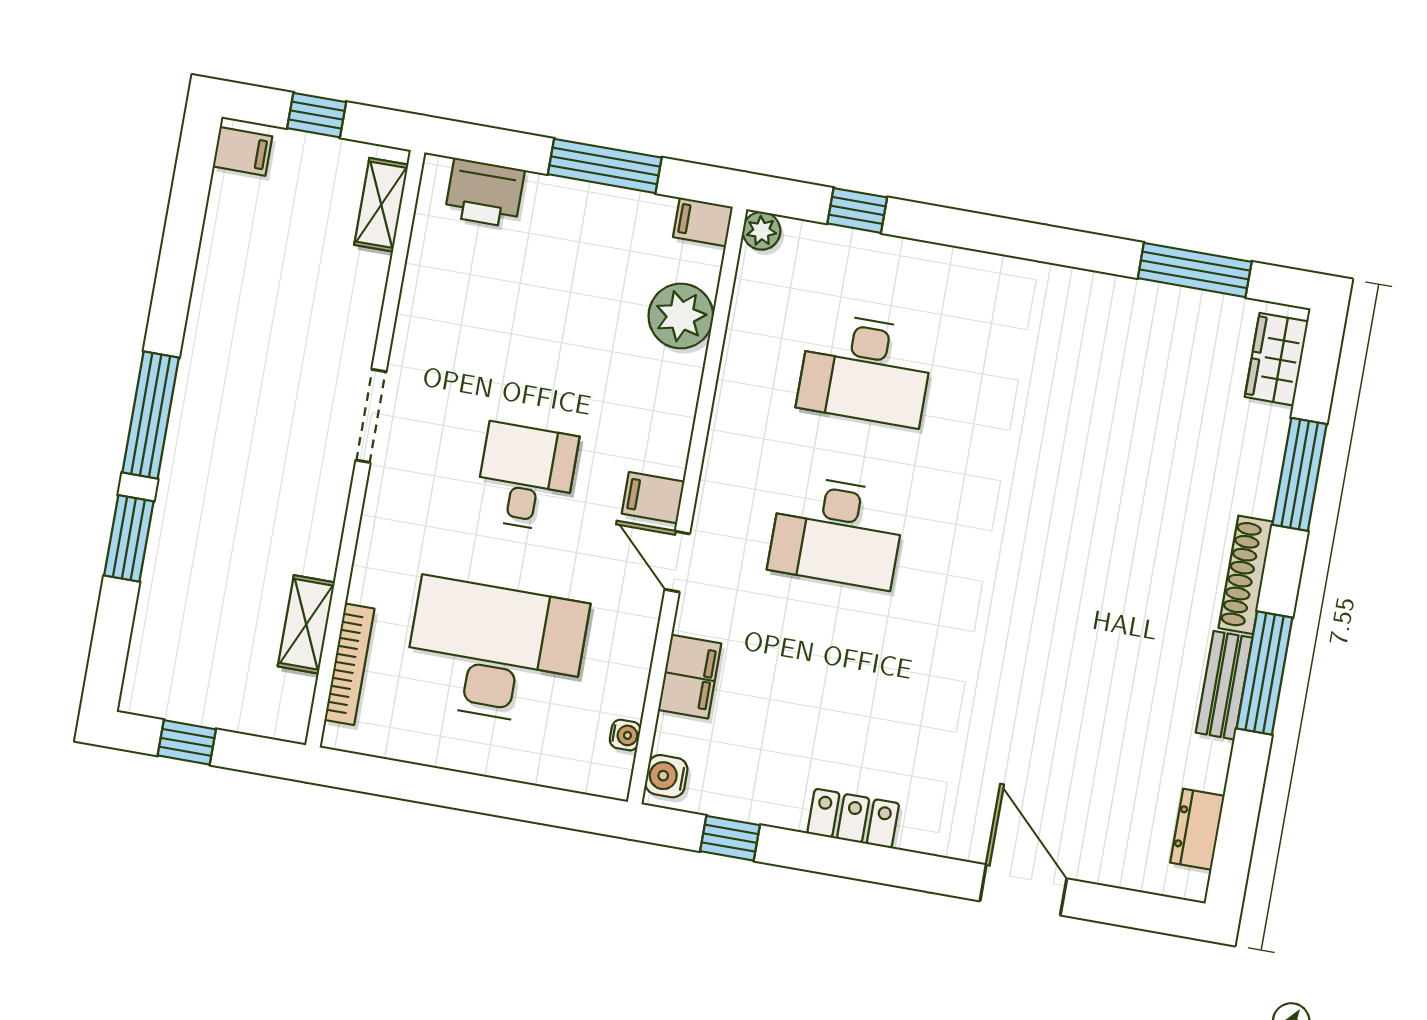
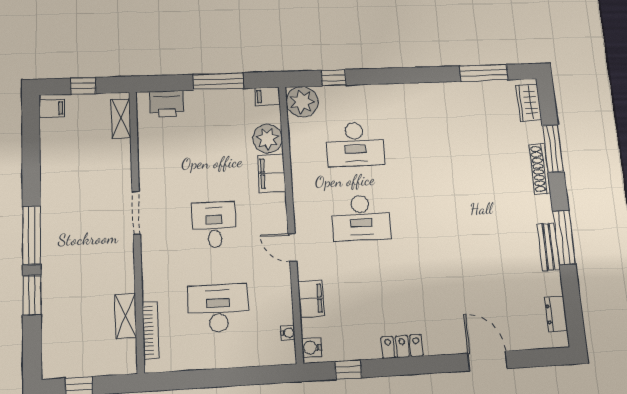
plant: (761, 231) -> (302, 102), width x1.88, depth x1.88
filing cabinet: (653, 498) -> (272, 173), moved, width x2.00
shoe rack: (1246, 575) -> (540, 169), moved
desk: (495, 652) -> (218, 308), width x0.73, depth x0.77

